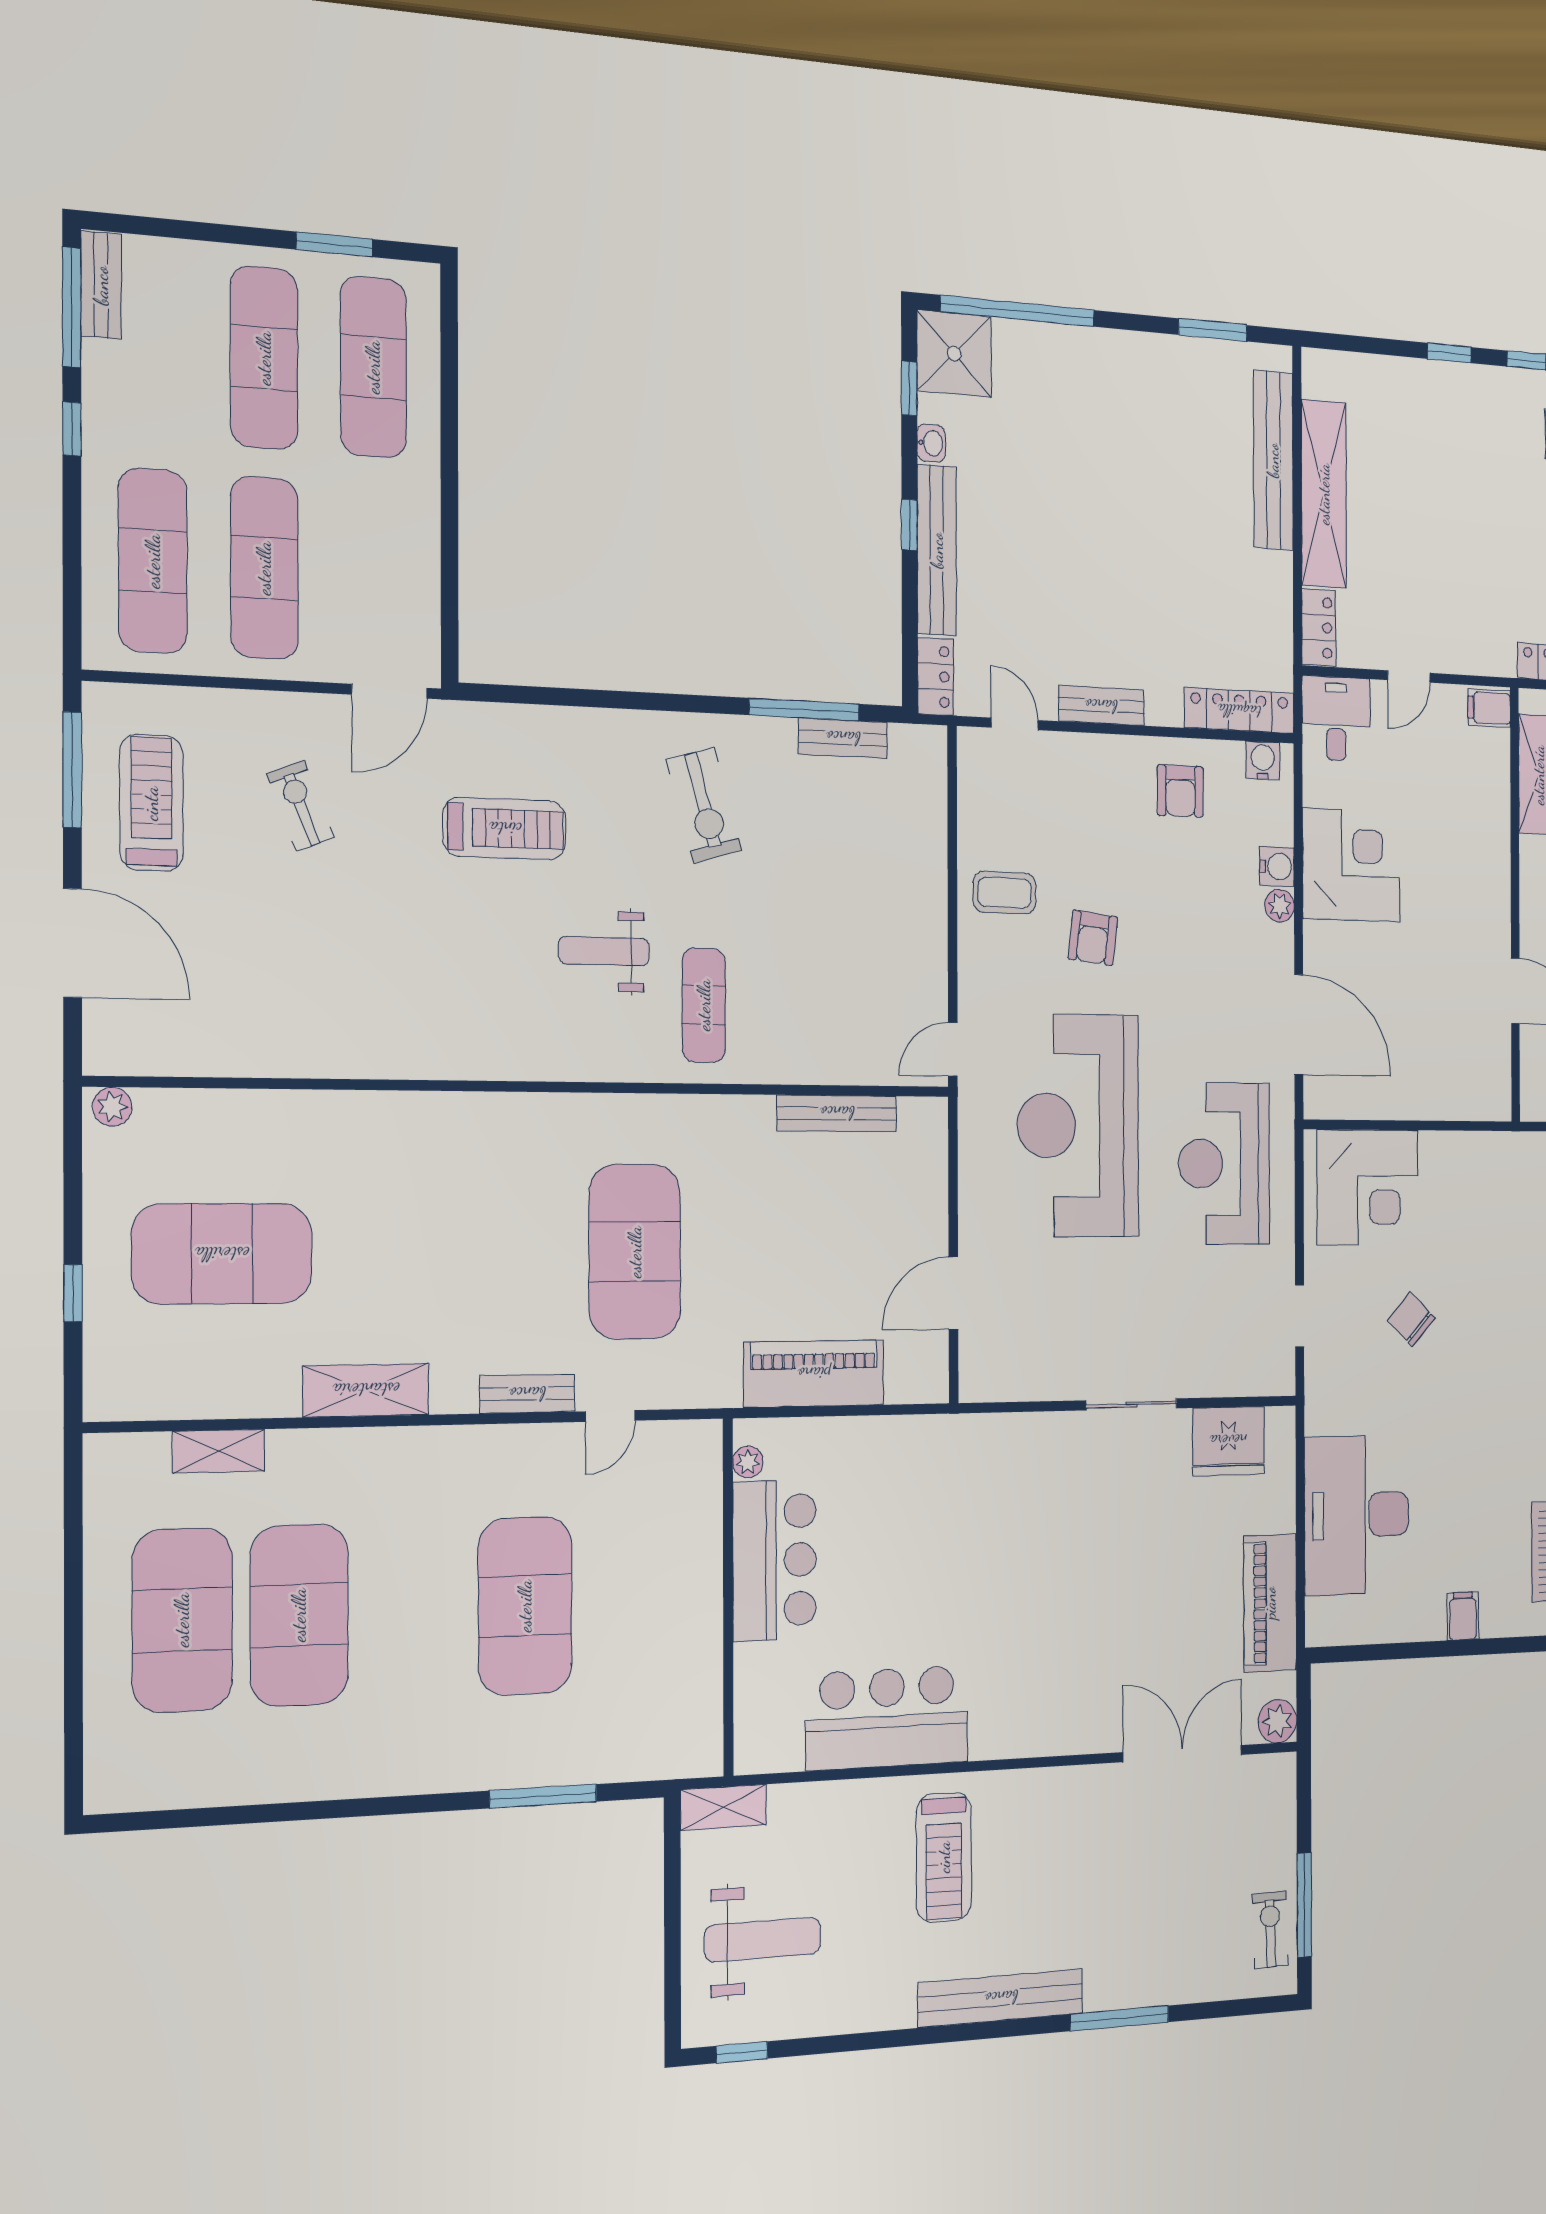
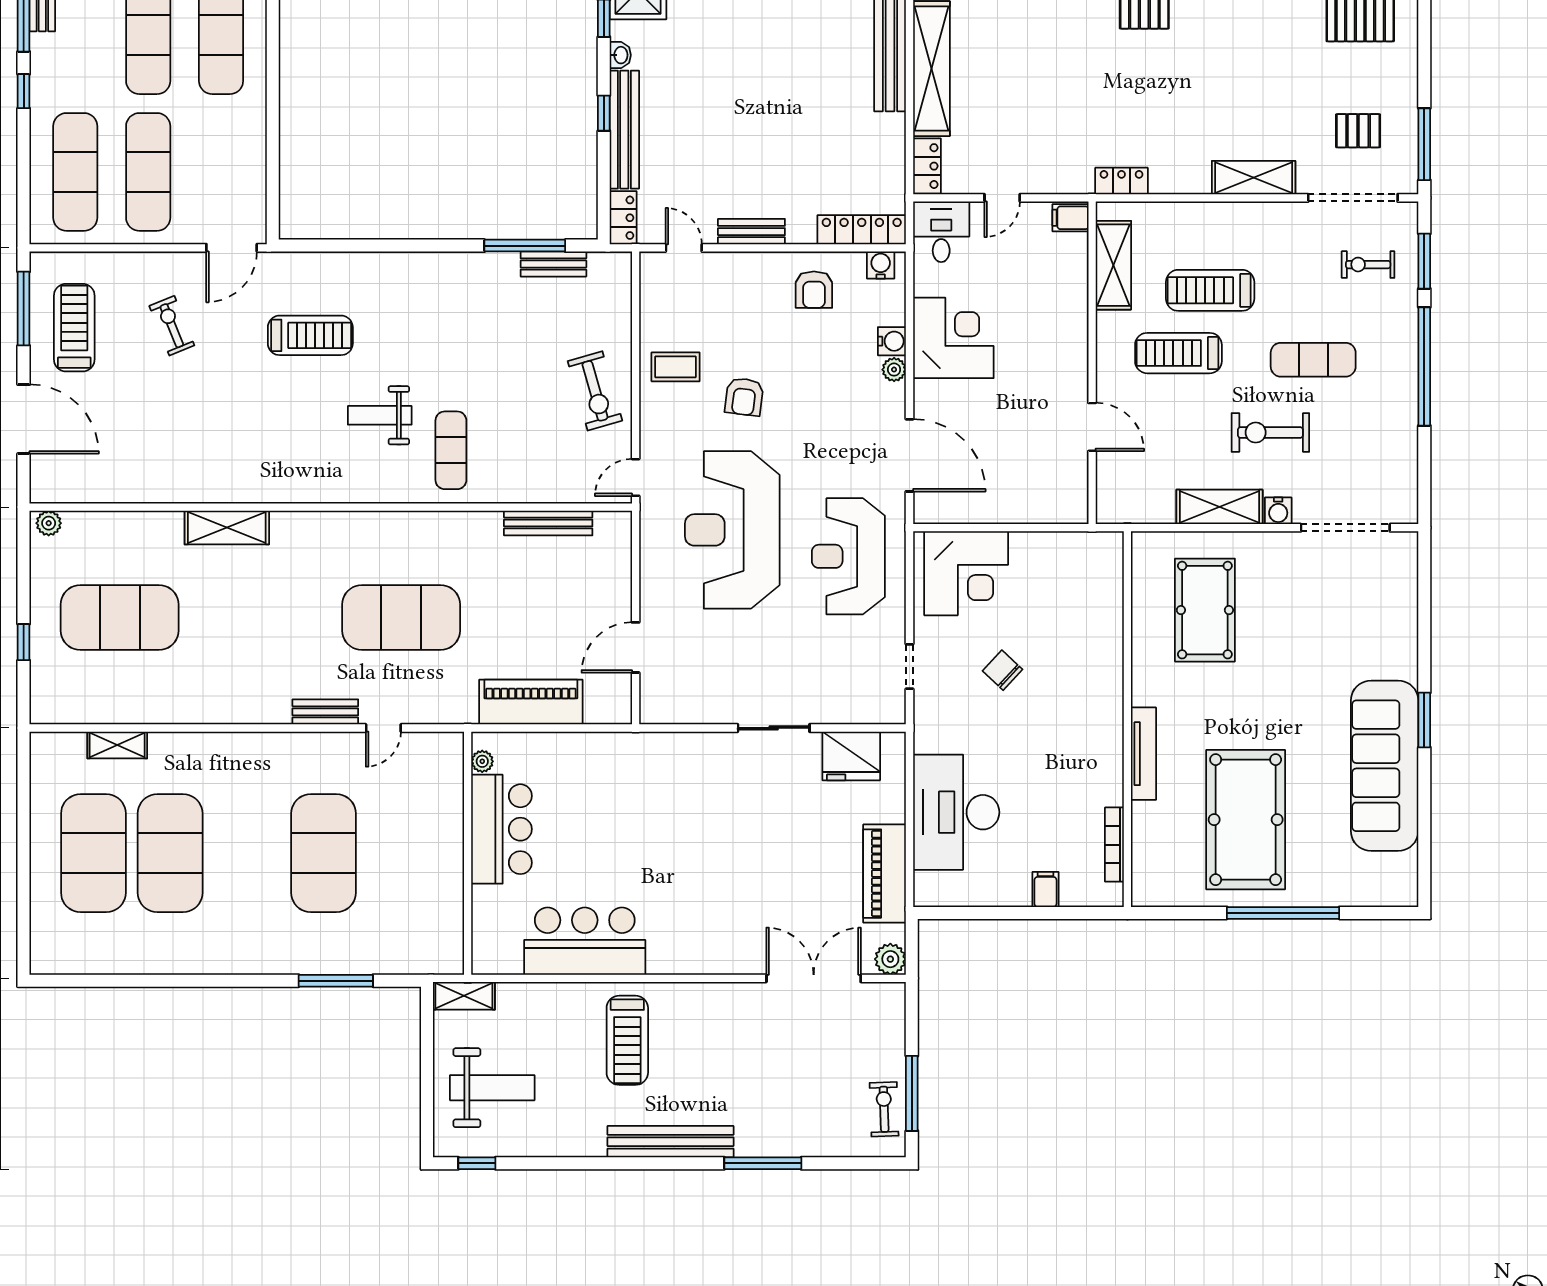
exercise bike: (704, 805) -> (595, 391), moved
exercise mat: (635, 1252) -> (401, 618), turned 90
shelving: (366, 1390) -> (227, 528), moved

